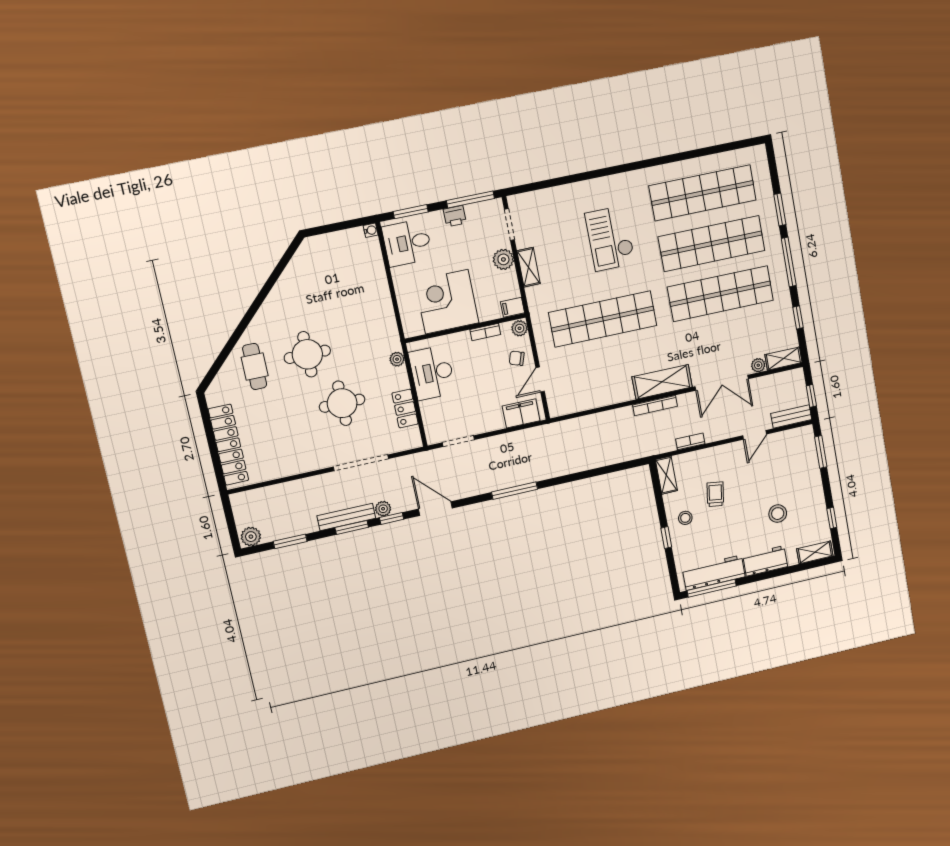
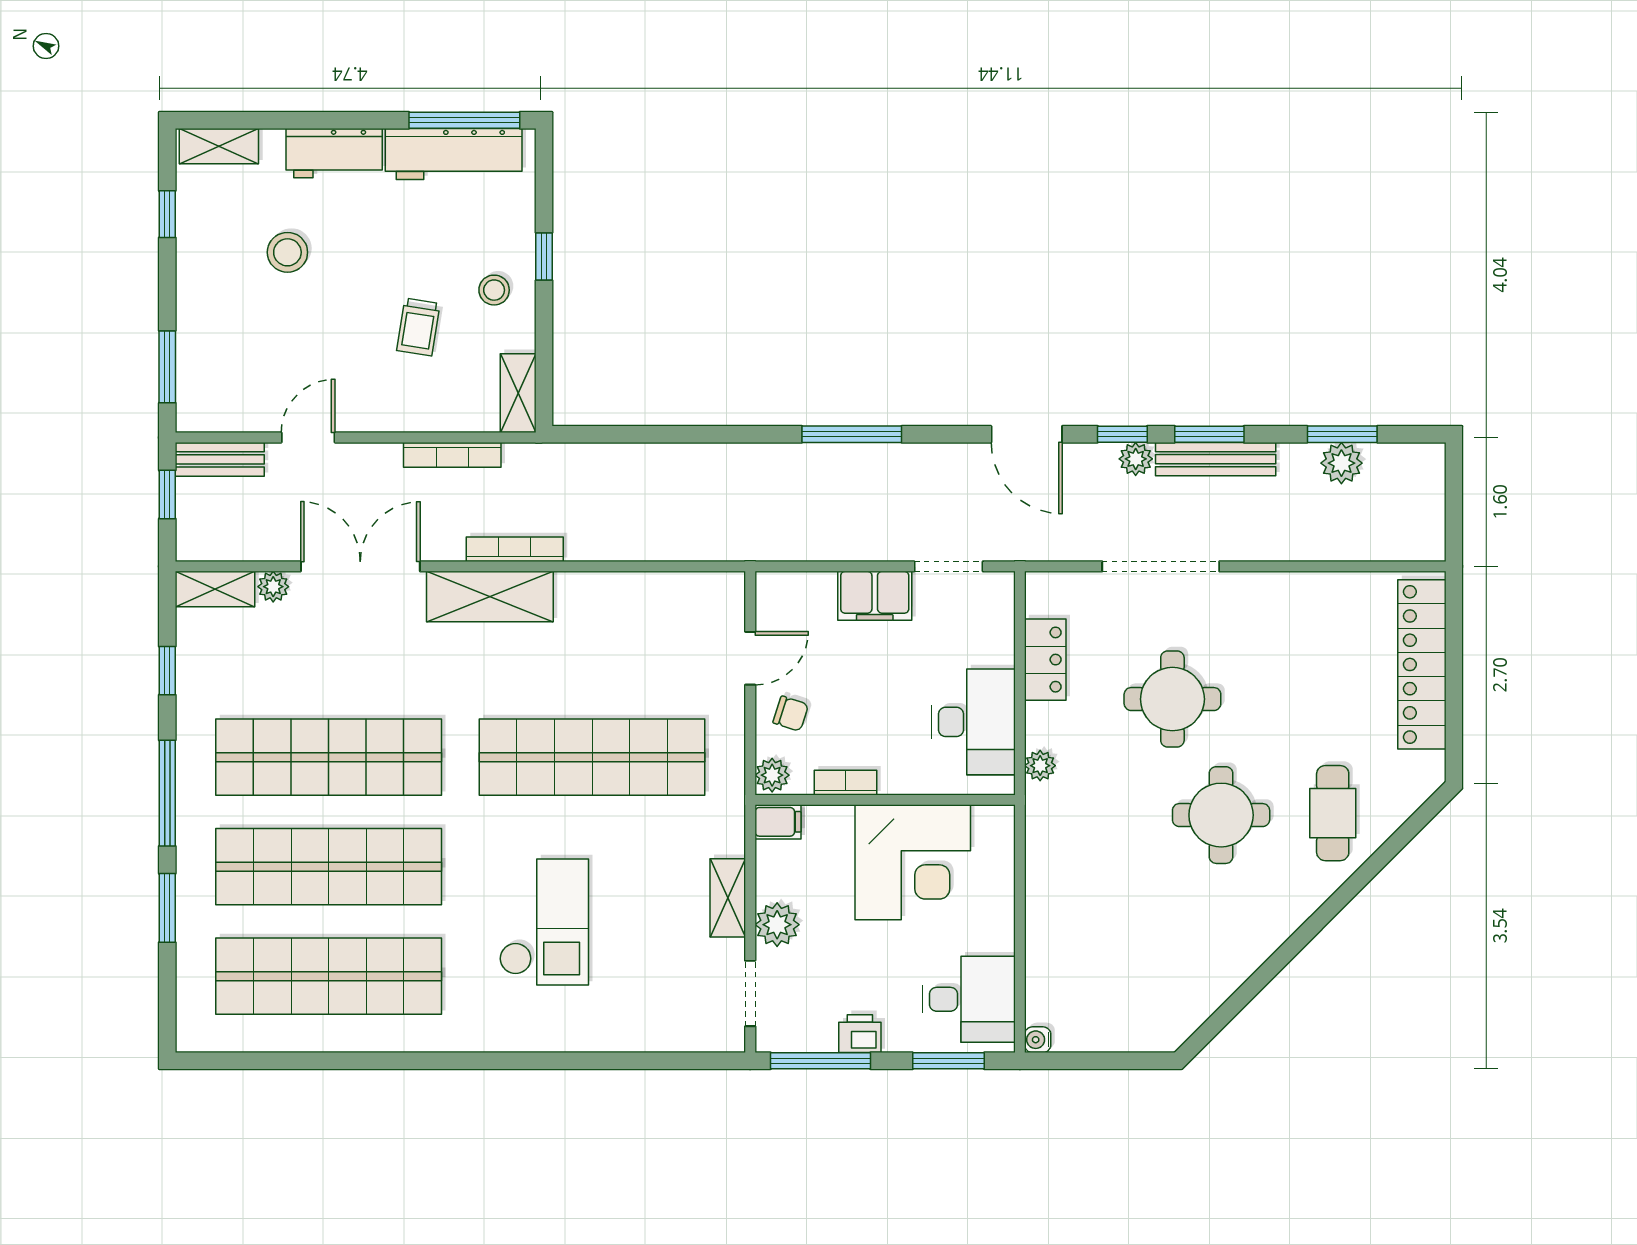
filing cabinet: (521, 413) -> (875, 596), moved
bookcase: (690, 441) -> (452, 455), width x1.56
plant: (251, 537) -> (1341, 463), moved

